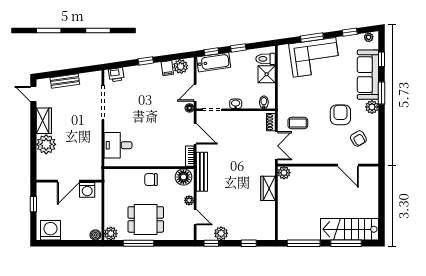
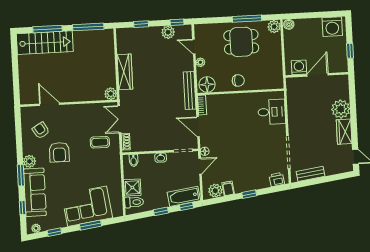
bench: (65, 81) -> (310, 174), moved
wardrobe: (268, 188) -> (125, 72), width x1.50

